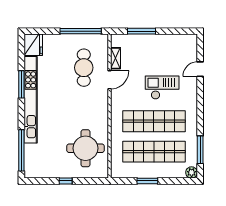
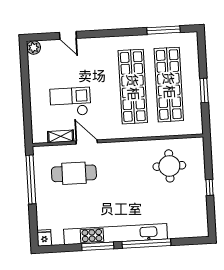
window: (141, 31) -> (27, 107), removed
fridge: (33, 45) -> (44, 238), width x0.53, depth x0.75
checkout: (162, 87) -> (70, 102), moved, turned 90
round table: (85, 148) -> (169, 166), width x0.73, depth x0.73
window: (21, 150) -> (146, 244), moved
plant: (192, 172) -> (34, 47), moved

